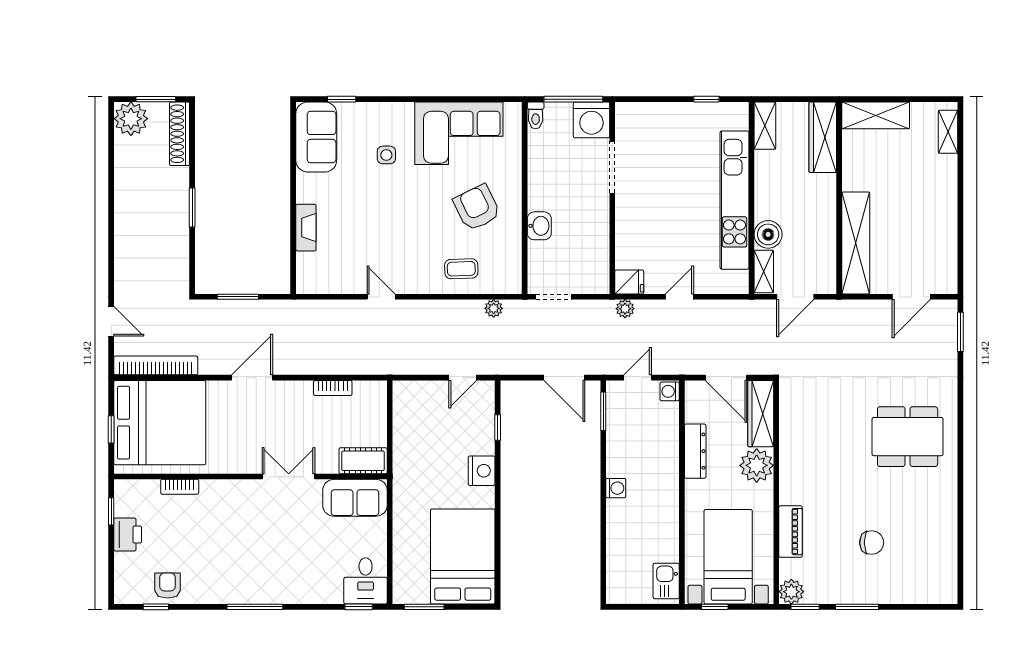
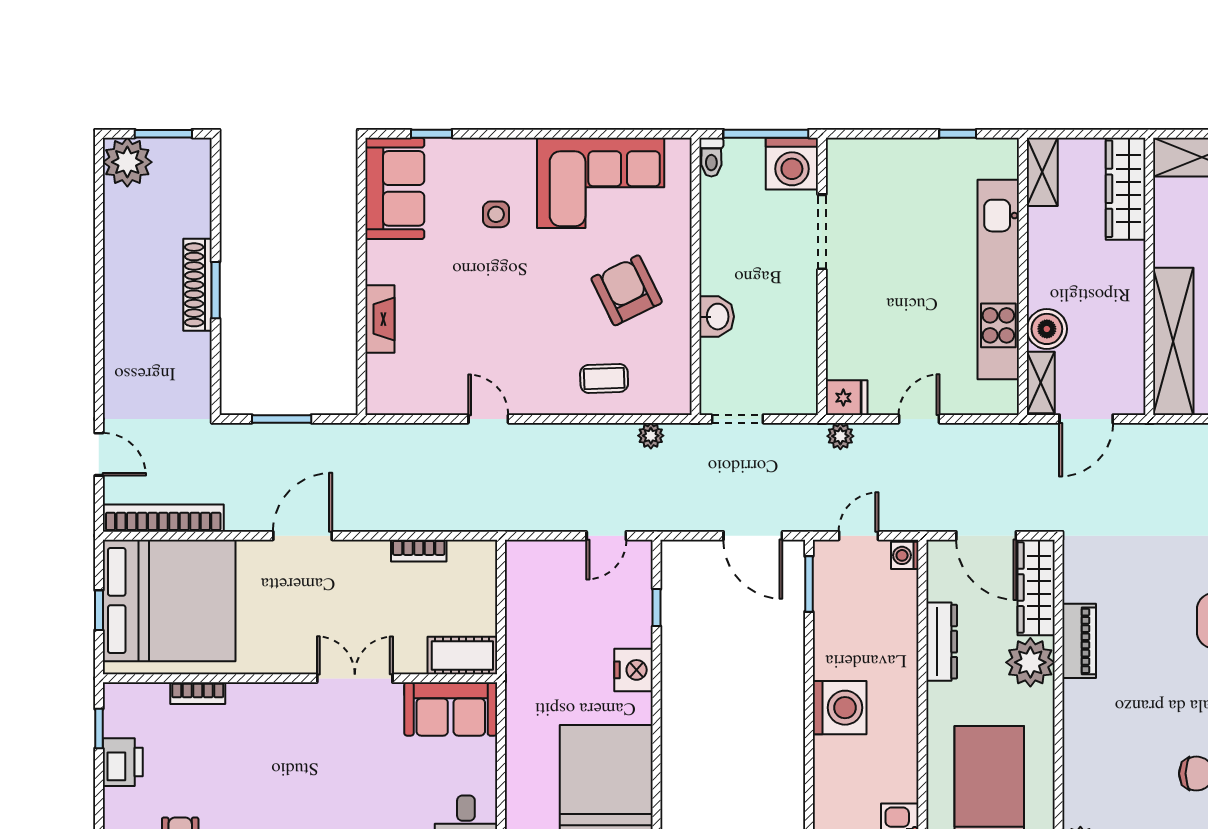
shoe rack: (179, 134) -> (198, 285), moved
washing machine: (616, 488) -> (840, 708), width x1.89, depth x1.89
piano: (790, 532) -> (1079, 641), moved

